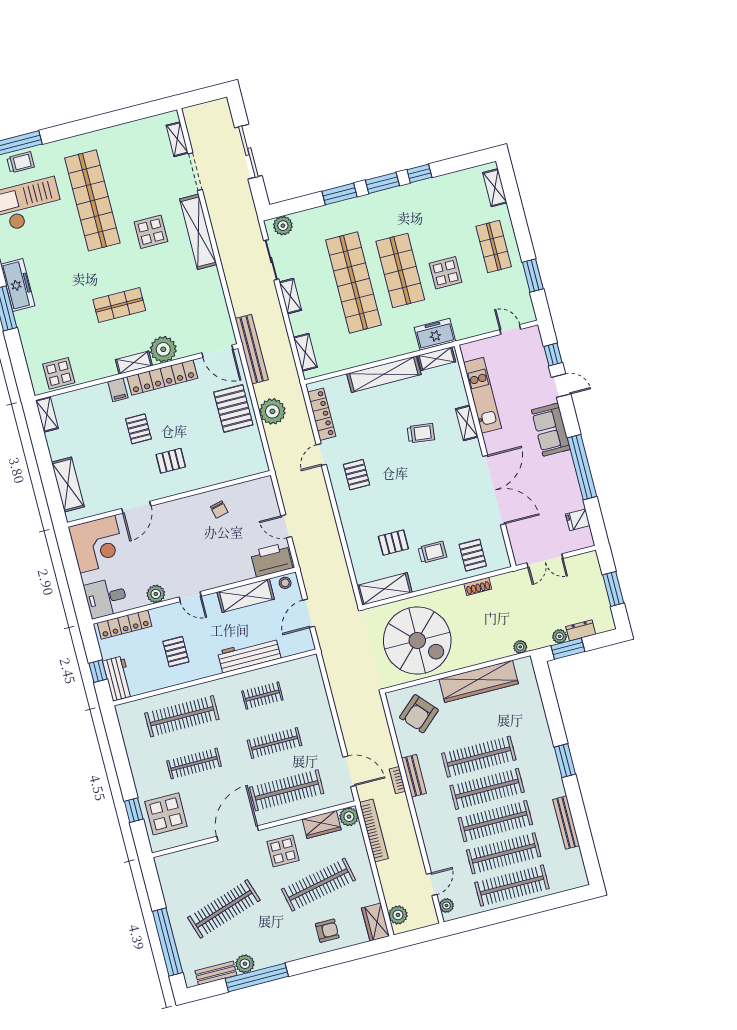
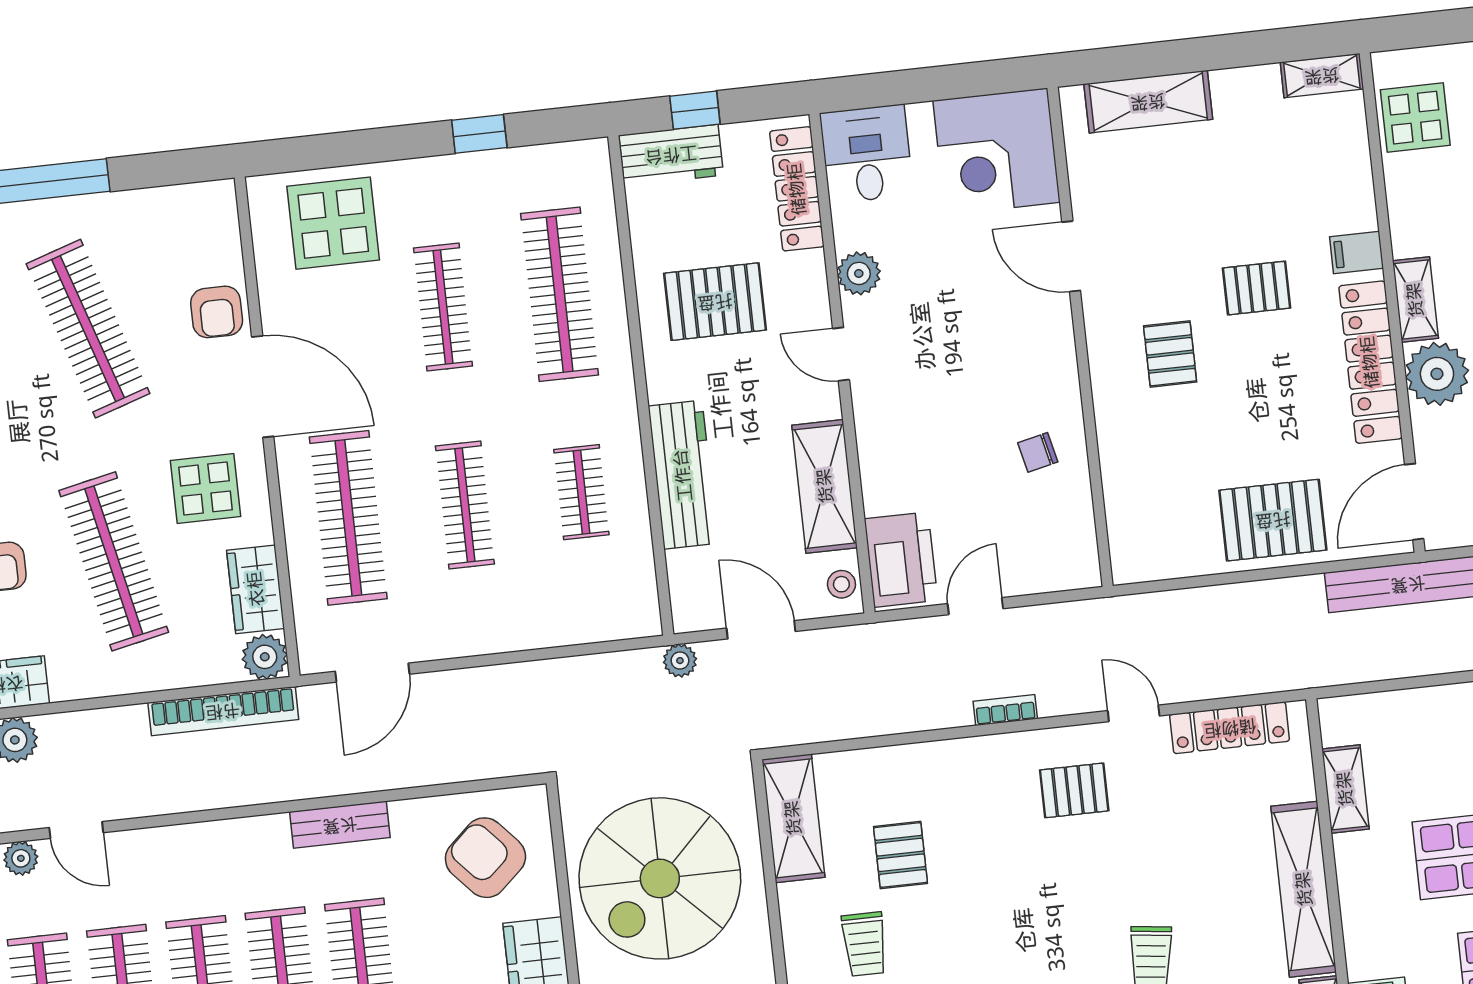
shelving: (305, 352) -> (1345, 789), moved, turned 90
plant: (272, 411) -> (680, 661), moved, width x0.53, depth x0.53
door: (190, 597) -> (841, 354), hinge flipped
pallet: (176, 652) -> (715, 302), width x1.50, depth x1.42
bookcase: (397, 780) -> (1005, 710), moved
window: (134, 810) -> (479, 134), moved
armchair: (209, 857) -> (217, 312), added

